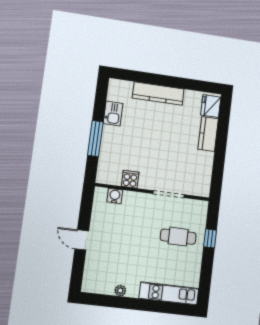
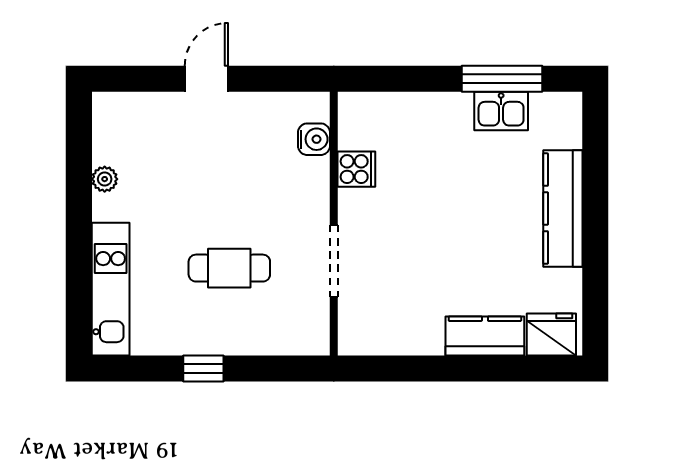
window: (95, 139) -> (502, 79), moved
cafe table: (178, 237) -> (229, 268), moved, turned 90
window: (210, 238) -> (203, 369), moved

